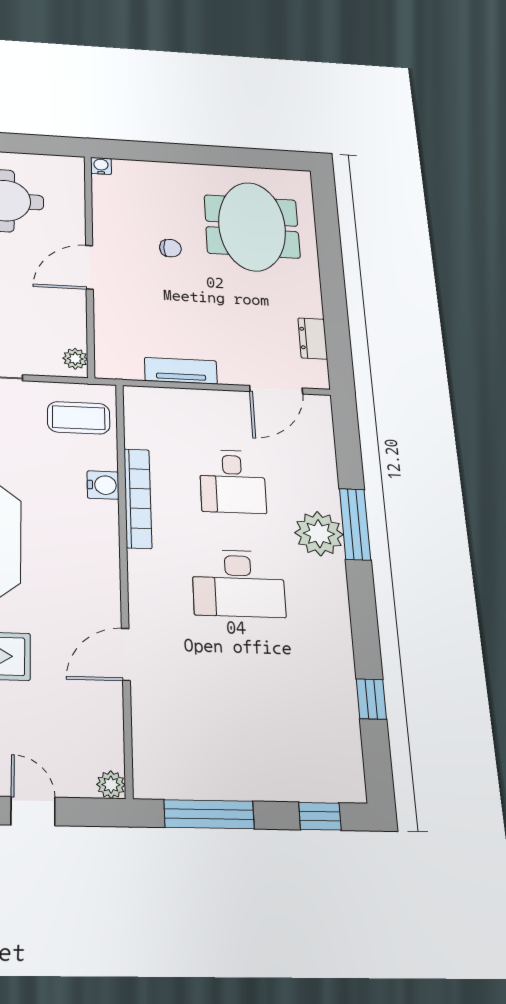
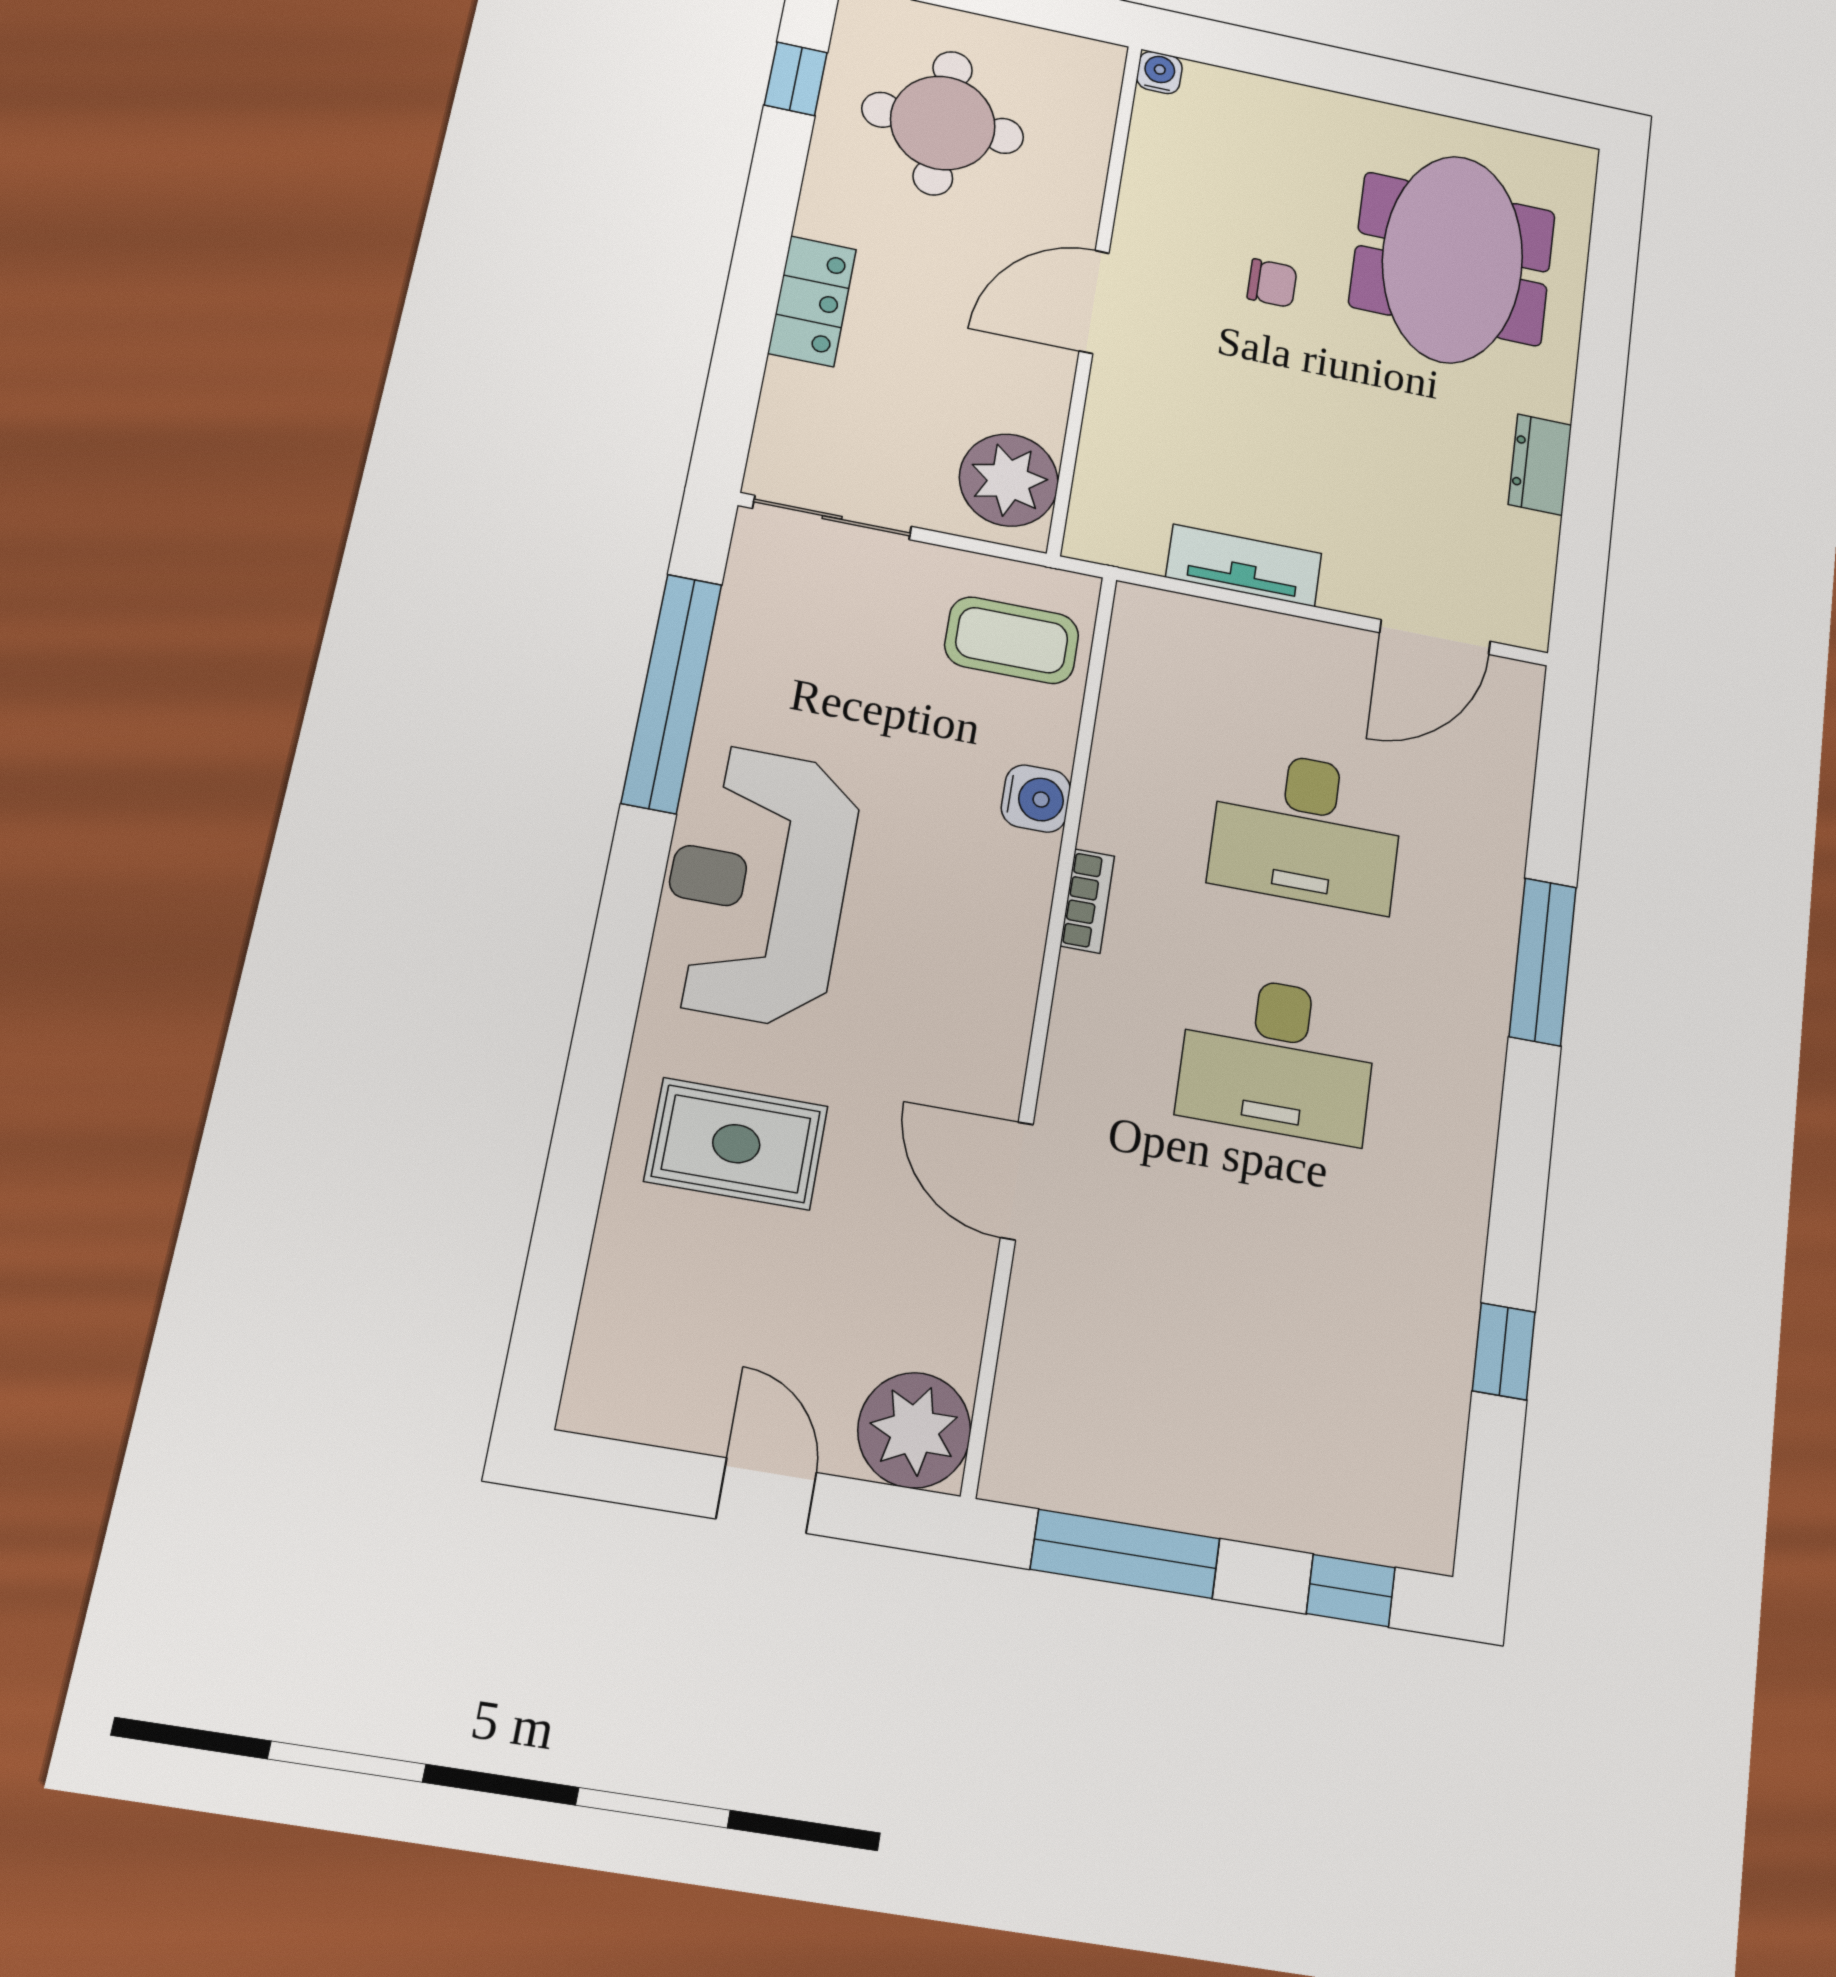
dresser: (313, 339) -> (1540, 465), moved
plant: (75, 359) -> (1009, 480), width x1.87, depth x1.87
desk: (233, 481) -> (1307, 830), width x1.37
bookcase: (138, 498) -> (1087, 901), width x0.43, depth x0.76
plant: (319, 534) -> (1464, 972), removed
door: (126, 654) -> (1017, 1181), hinge flipped
plant: (111, 785) -> (914, 1430), width x1.87, depth x1.87

